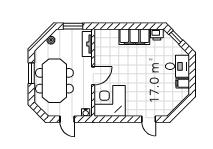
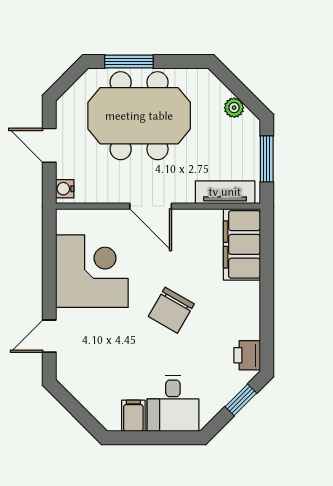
filing cabinet: (134, 37) -> (242, 244), moved
chair: (138, 67) -> (171, 310), added
window: (31, 73) -> (129, 62), moved
corner desk: (110, 101) -> (92, 271), moved
door: (67, 119) -> (49, 145), hinge flipped

